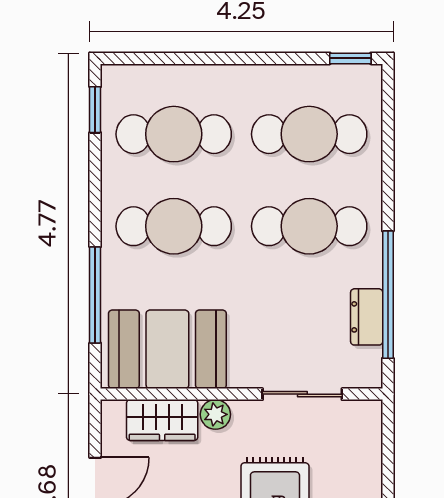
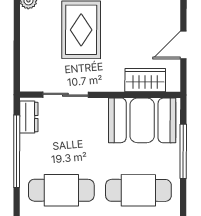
dresser: (367, 317) -> (29, 117), moved
plant: (215, 414) -> (115, 83), removed

